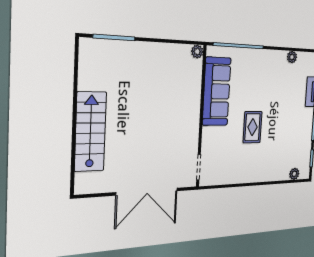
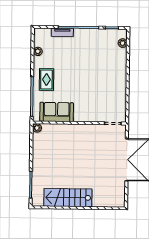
sofa: (217, 91) -> (57, 112), width x0.73
rug: (253, 127) -> (46, 79), moved, turned 90
stairs: (90, 132) -> (68, 198), moved

